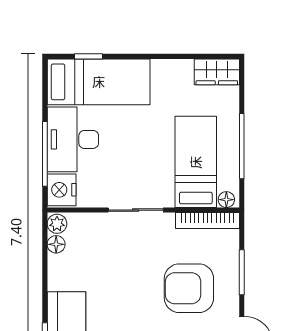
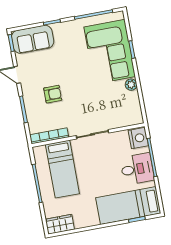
desk: (73, 139) -> (137, 169), width x0.73
floor lamp: (226, 200) -> (40, 150), removed
plant: (57, 224) -> (131, 85), moved
floor lamp: (56, 244) -> (135, 106), removed
armchair: (189, 288) -> (53, 94), width x0.53, depth x0.53

